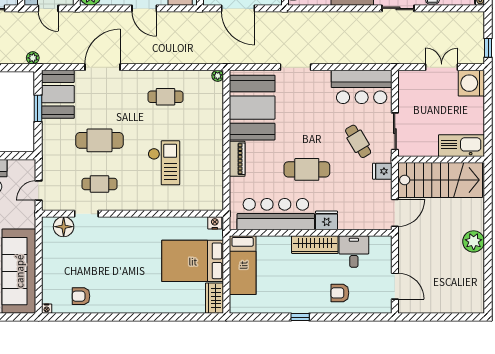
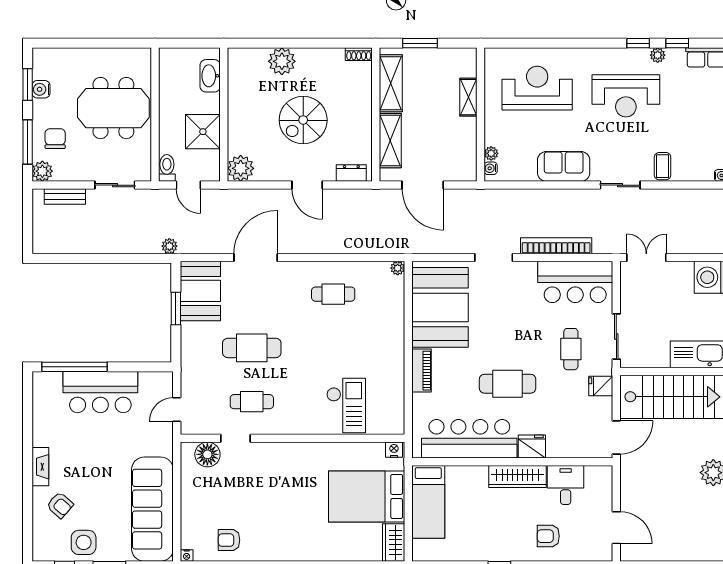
bookcase: (346, 58) -> (556, 246), added
double door: (442, 67) -> (646, 257), moved
cafe table: (358, 141) -> (571, 349), turned 31
checkout: (164, 163) -> (346, 405), moved

